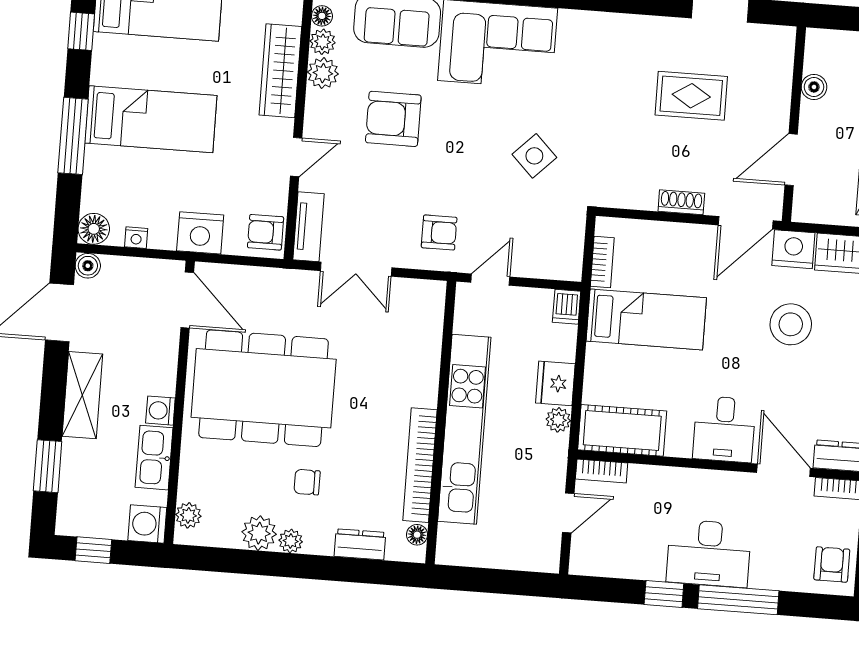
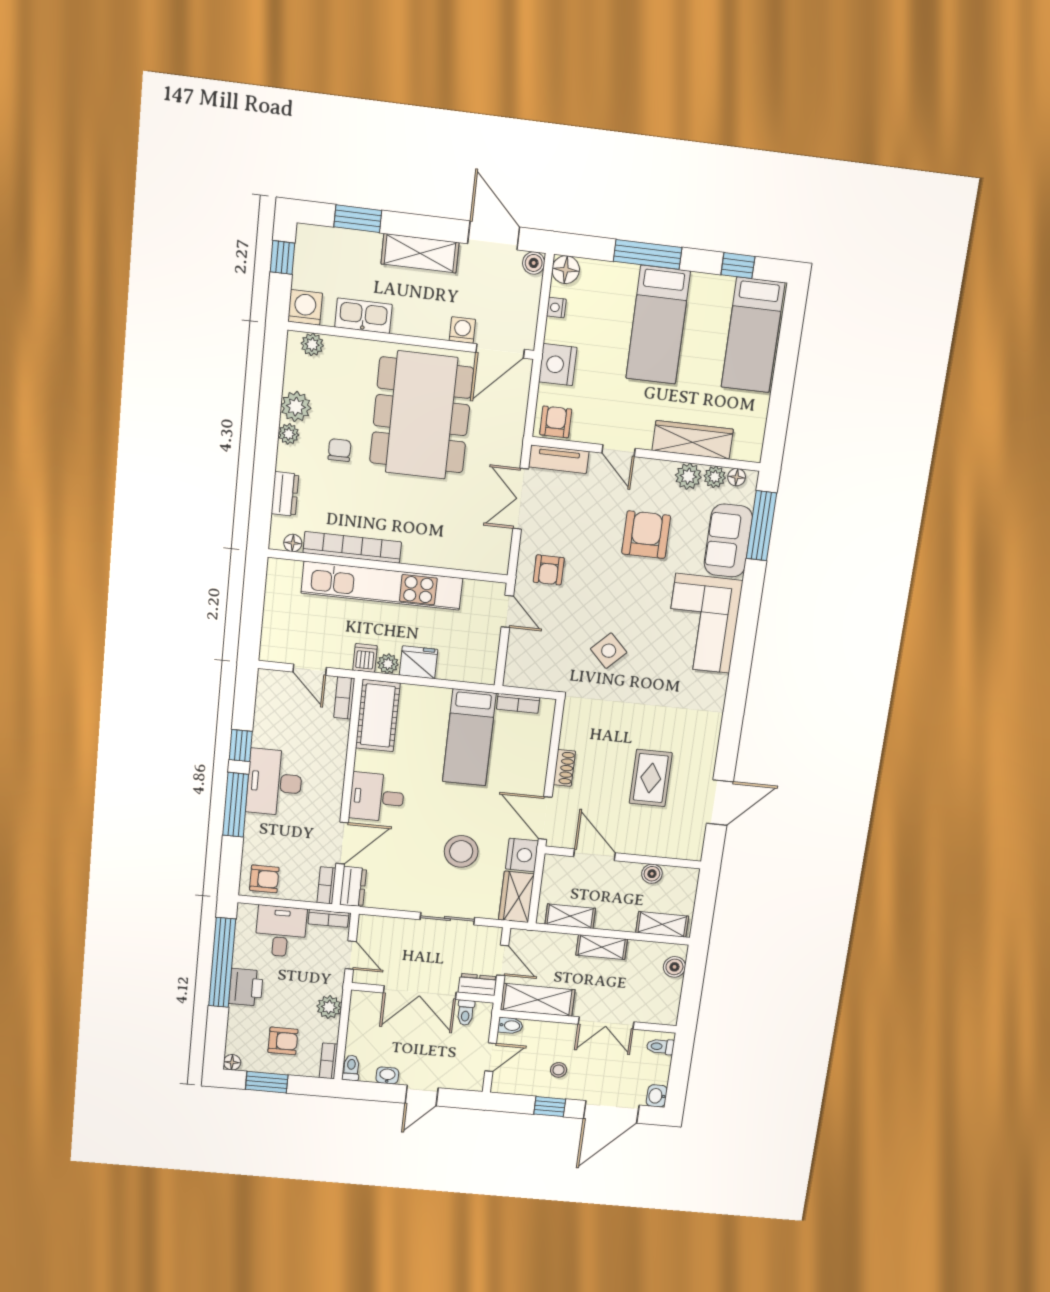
dishwasher: (567, 307) -> (365, 658), moved, turned 90
washing machine: (160, 411) -> (462, 330), moved

